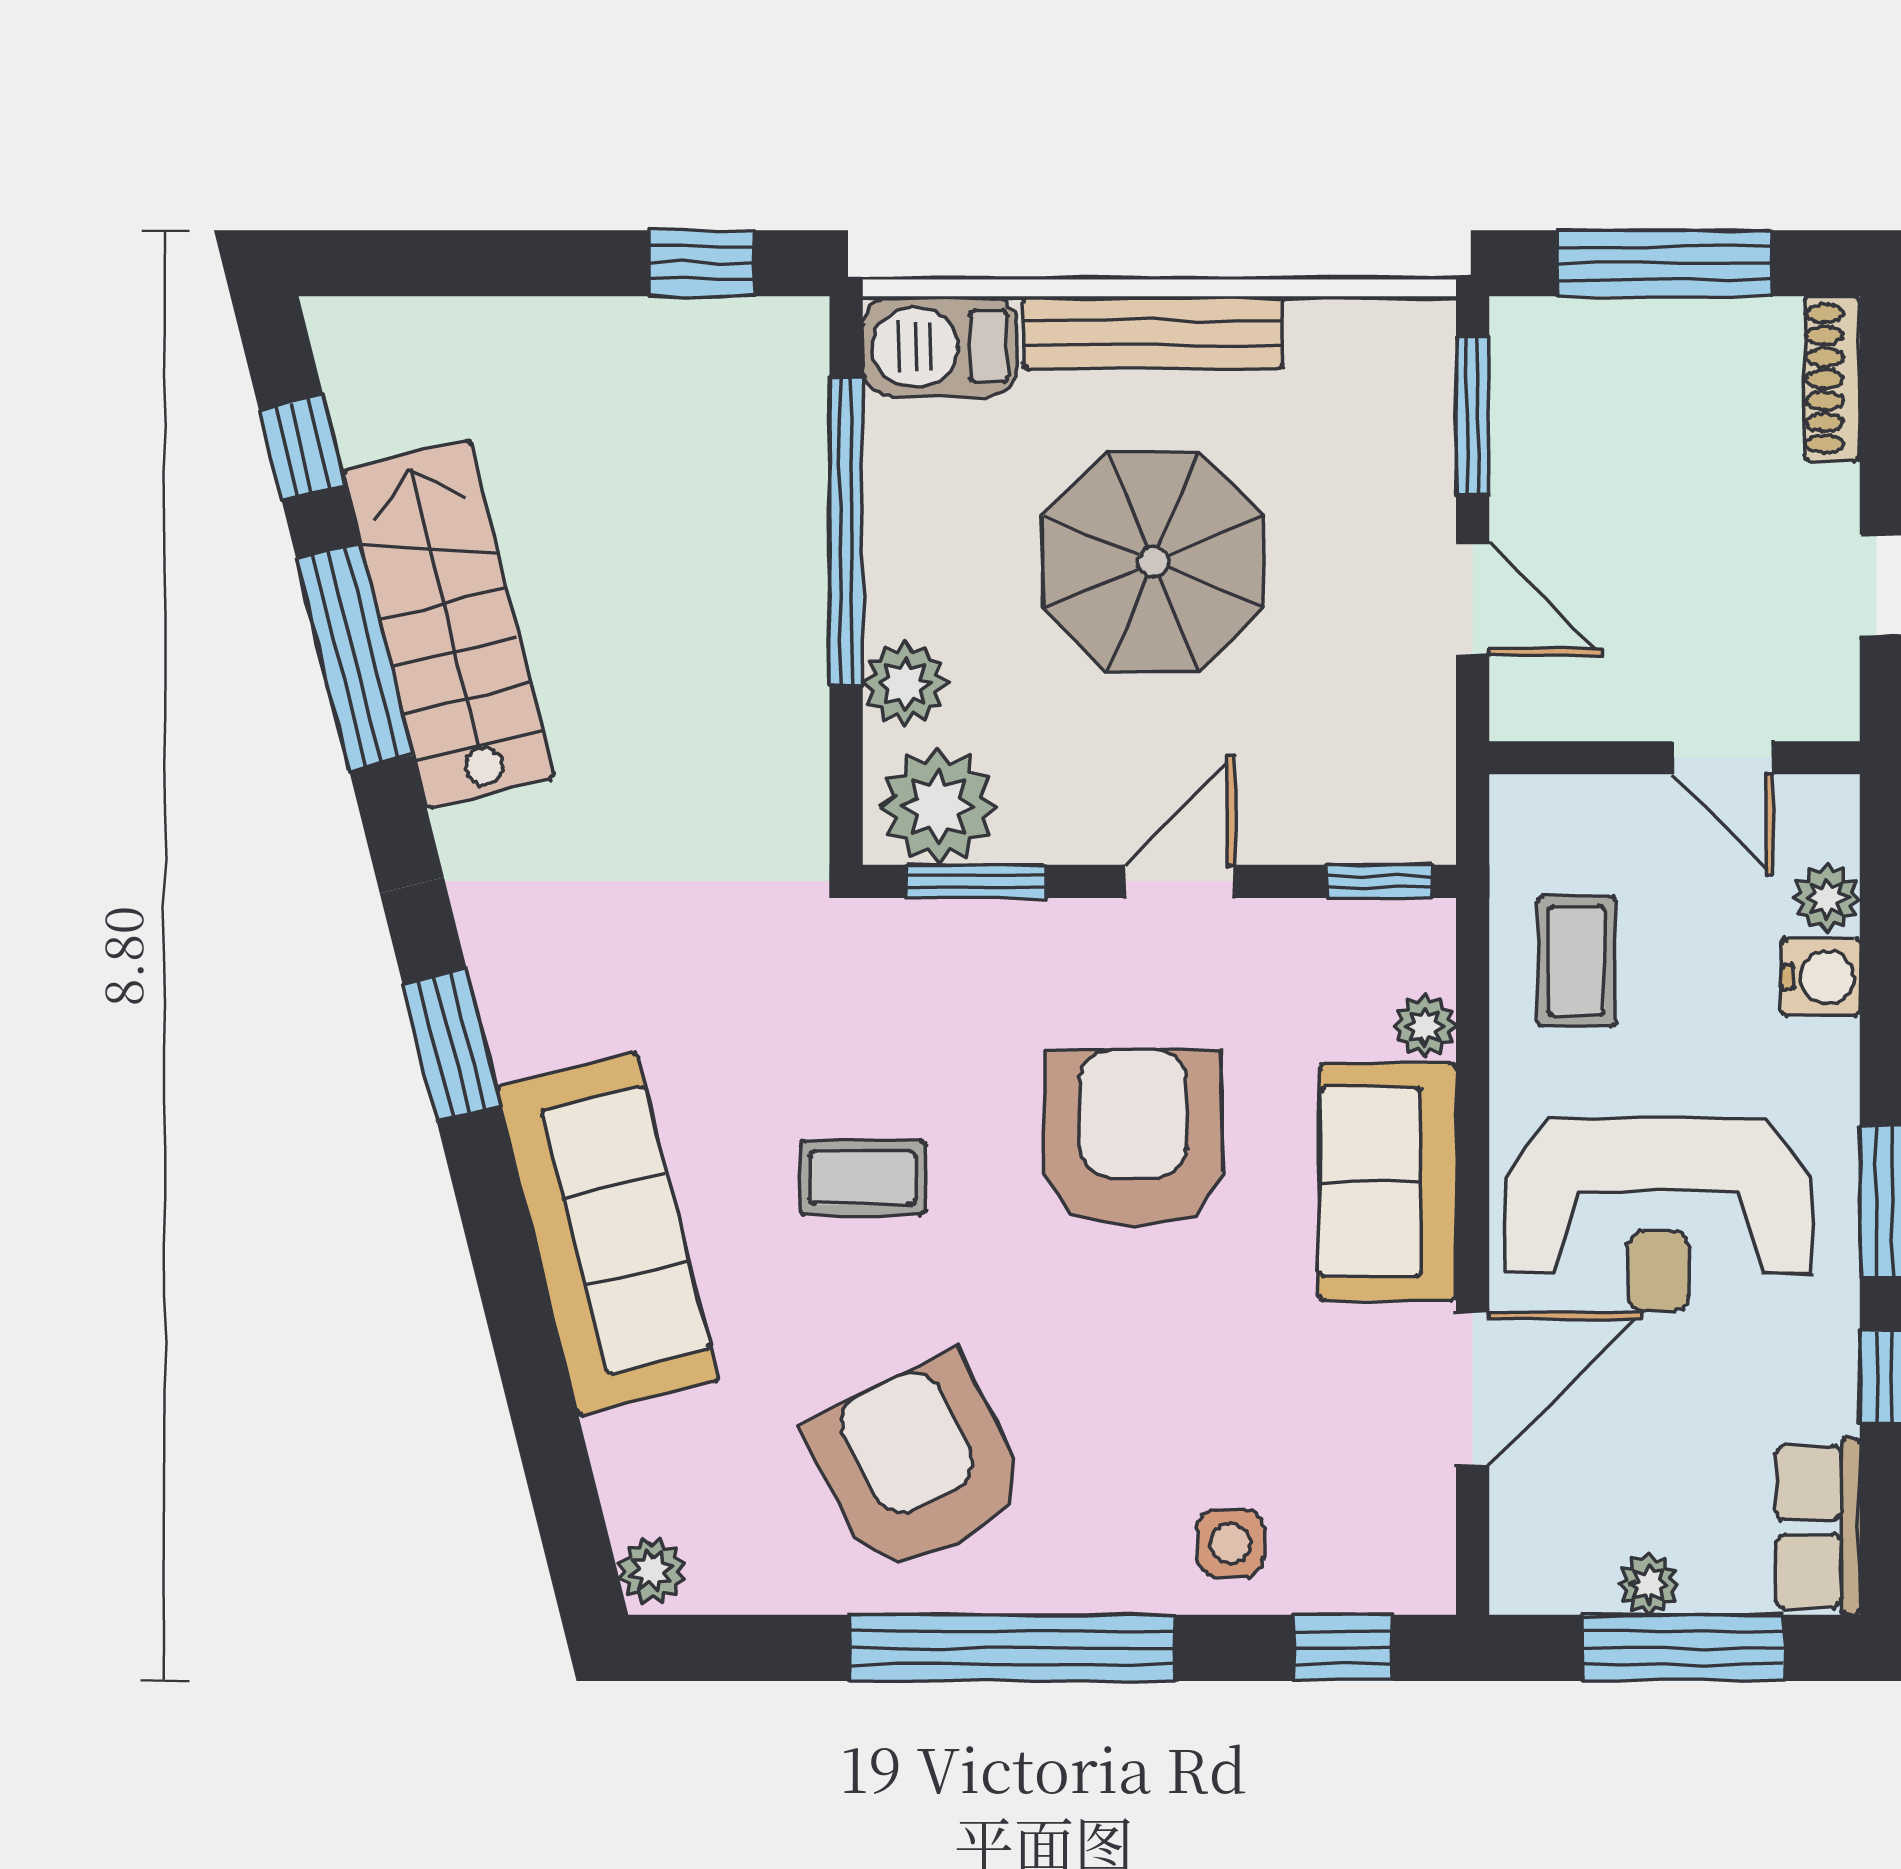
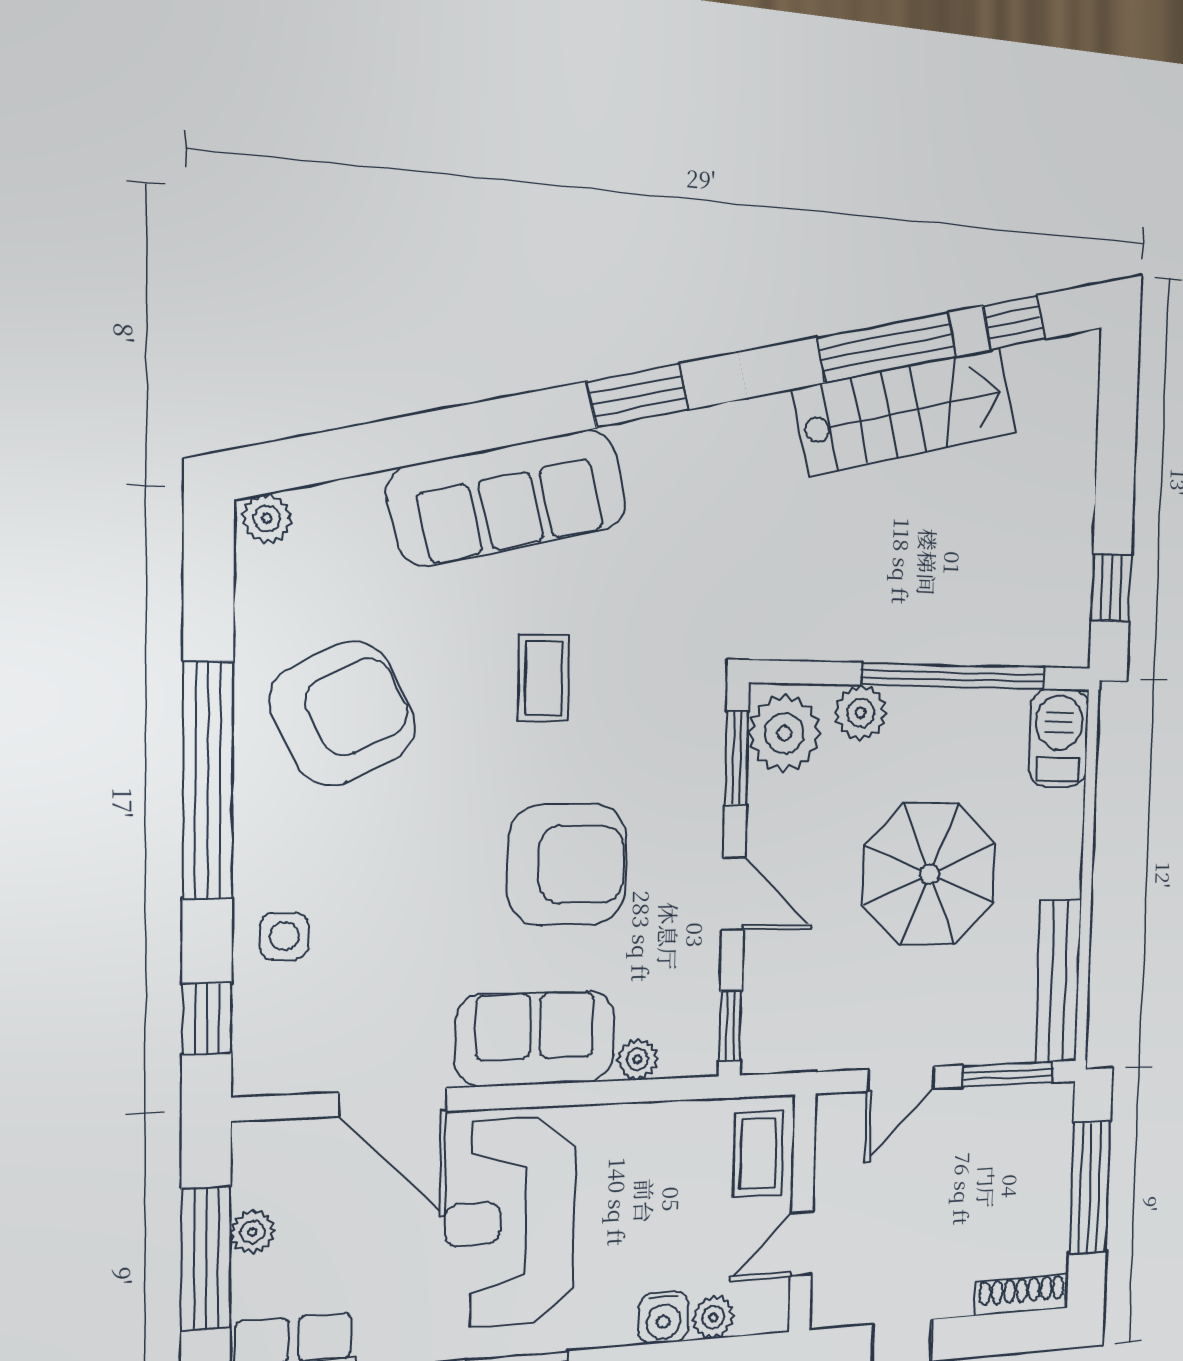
bench: (1153, 333) -> (1058, 981), moved
coffee table: (1577, 961) -> (758, 1154), moved, turned 90

